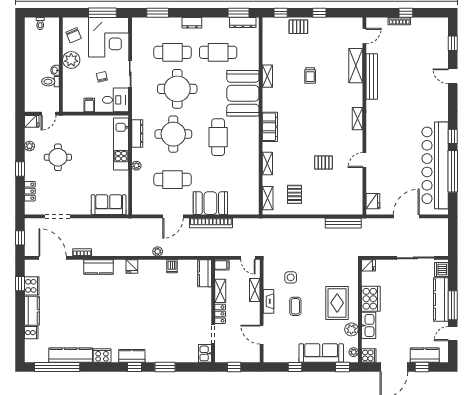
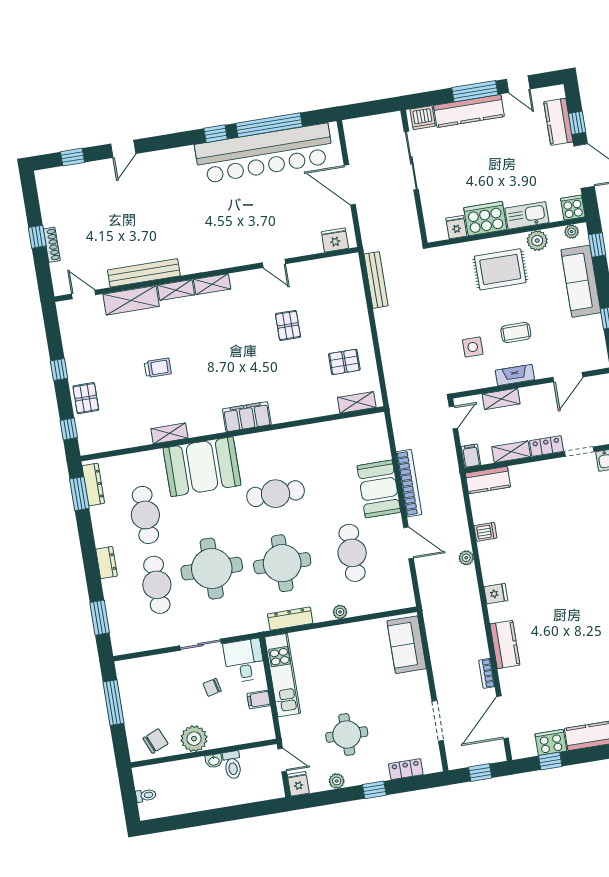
corner desk: (109, 37) -> (150, 687), removed
kitchen unit: (121, 144) -> (283, 675), moved, turned -90
shelving: (267, 163) -> (176, 290), moved
fridge: (368, 265) -> (456, 227), moved

